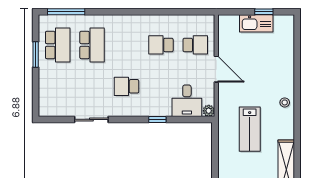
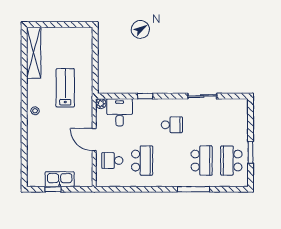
window: (66, 12) -> (193, 189), moved
school desk: (92, 45) -> (202, 161), turned 180
school desk: (161, 45) -> (142, 161), width x1.85

